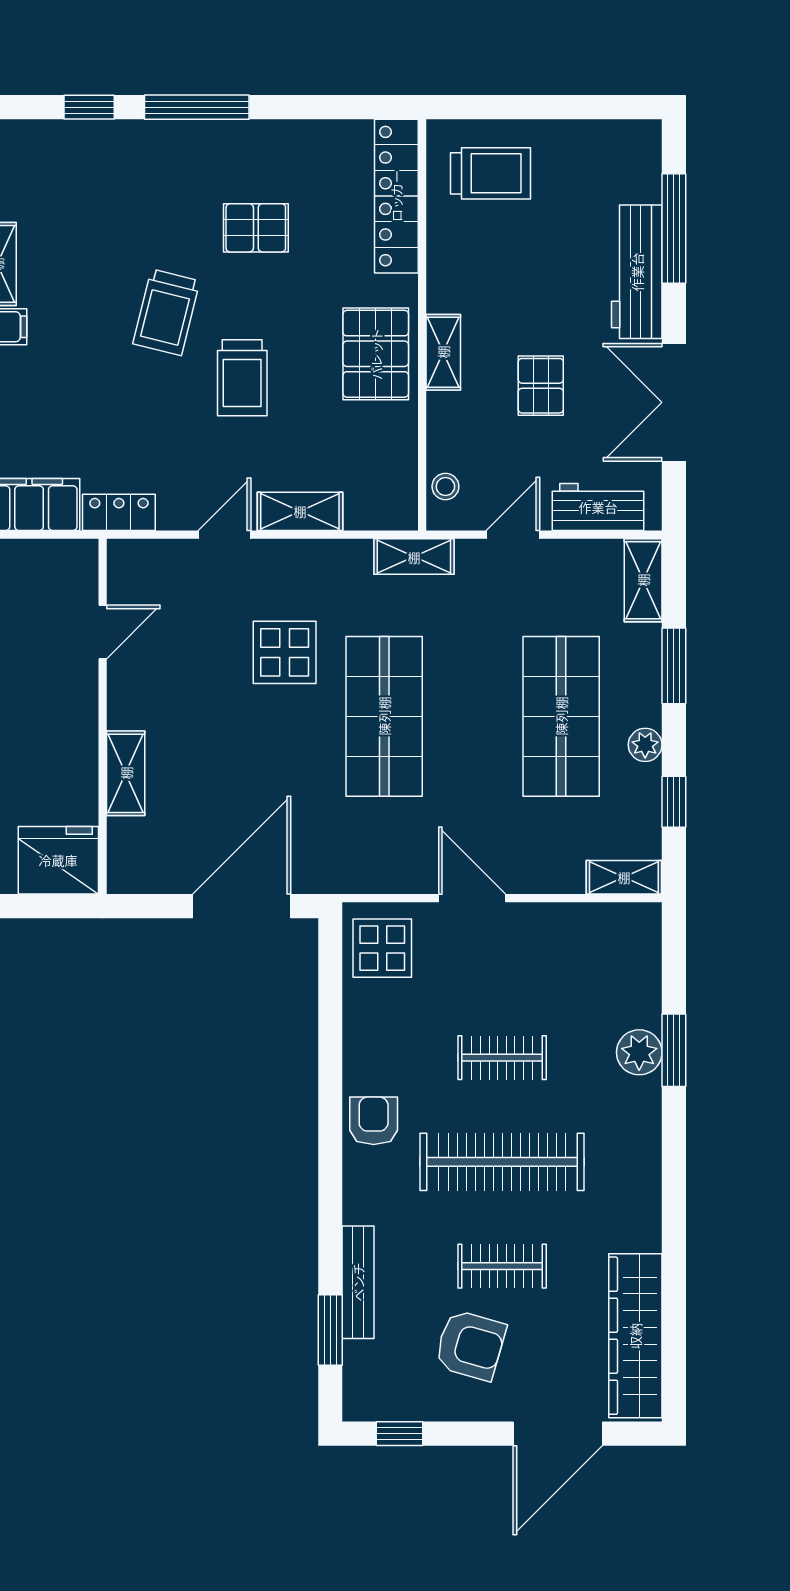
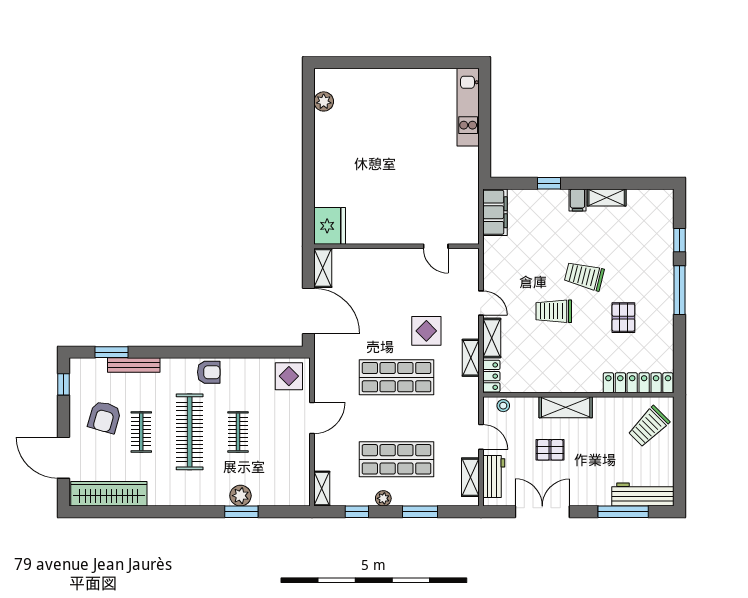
trolley: (490, 173) -> (649, 427), turned 45
workbench: (637, 272) -> (643, 494), moved
shelving: (443, 352) -> (566, 407), width x1.50, depth x1.33
pallet: (376, 354) -> (565, 373), removed
locker: (119, 512) -> (491, 376), moved
shelving: (414, 557) -> (471, 358), moved
shelving: (643, 580) -> (470, 477), moved, turned 90
shelving: (126, 773) -> (323, 268), moved, turned 90

